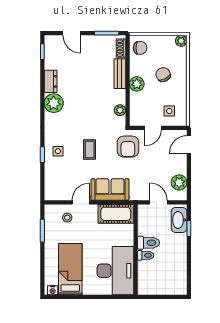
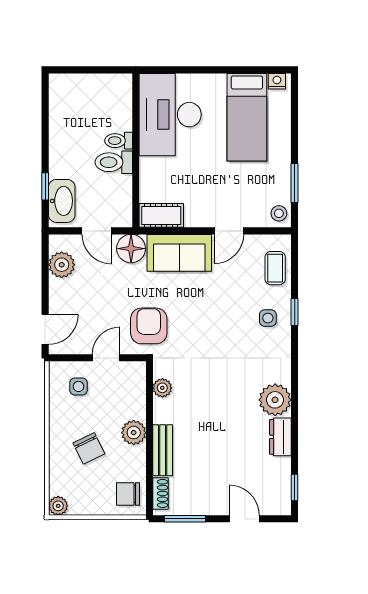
coffee table: (90, 150) -> (275, 268), moved
floor lamp: (138, 192) -> (131, 249), added
cot: (116, 214) -> (161, 215), width x0.73, depth x0.75
stool: (67, 218) -> (279, 213), moved

